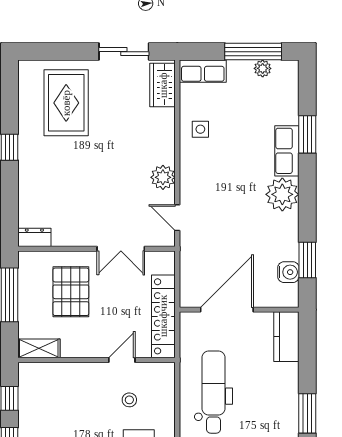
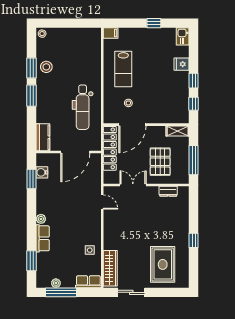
wardrobe: (163, 85) -> (110, 268), width x1.50
window: (307, 134) -> (32, 261), moved
plant: (163, 177) -> (110, 224), removed
plant: (282, 194) -> (41, 219), width x0.53, depth x0.53
dresser: (34, 237) -> (168, 191), moved
door: (122, 360) -> (132, 125), width x1.87

